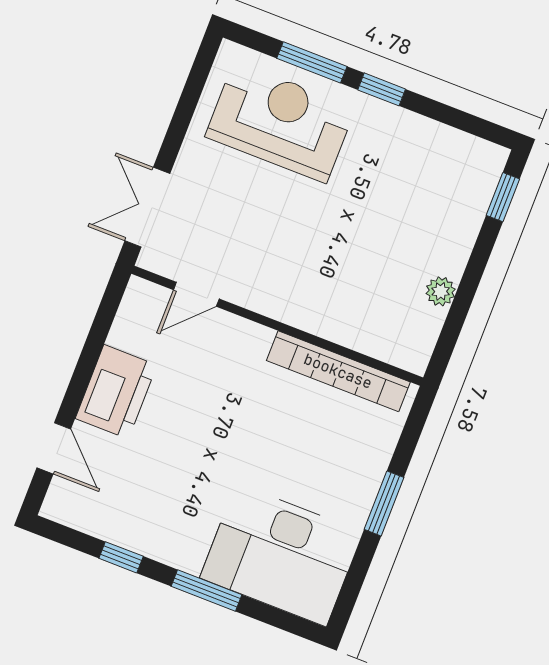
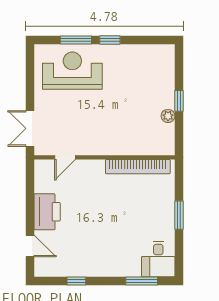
window: (503, 197) -> (179, 101), moved
desk: (281, 555) -> (158, 259), width x0.53, depth x0.77
window: (207, 590) -> (142, 281), moved

